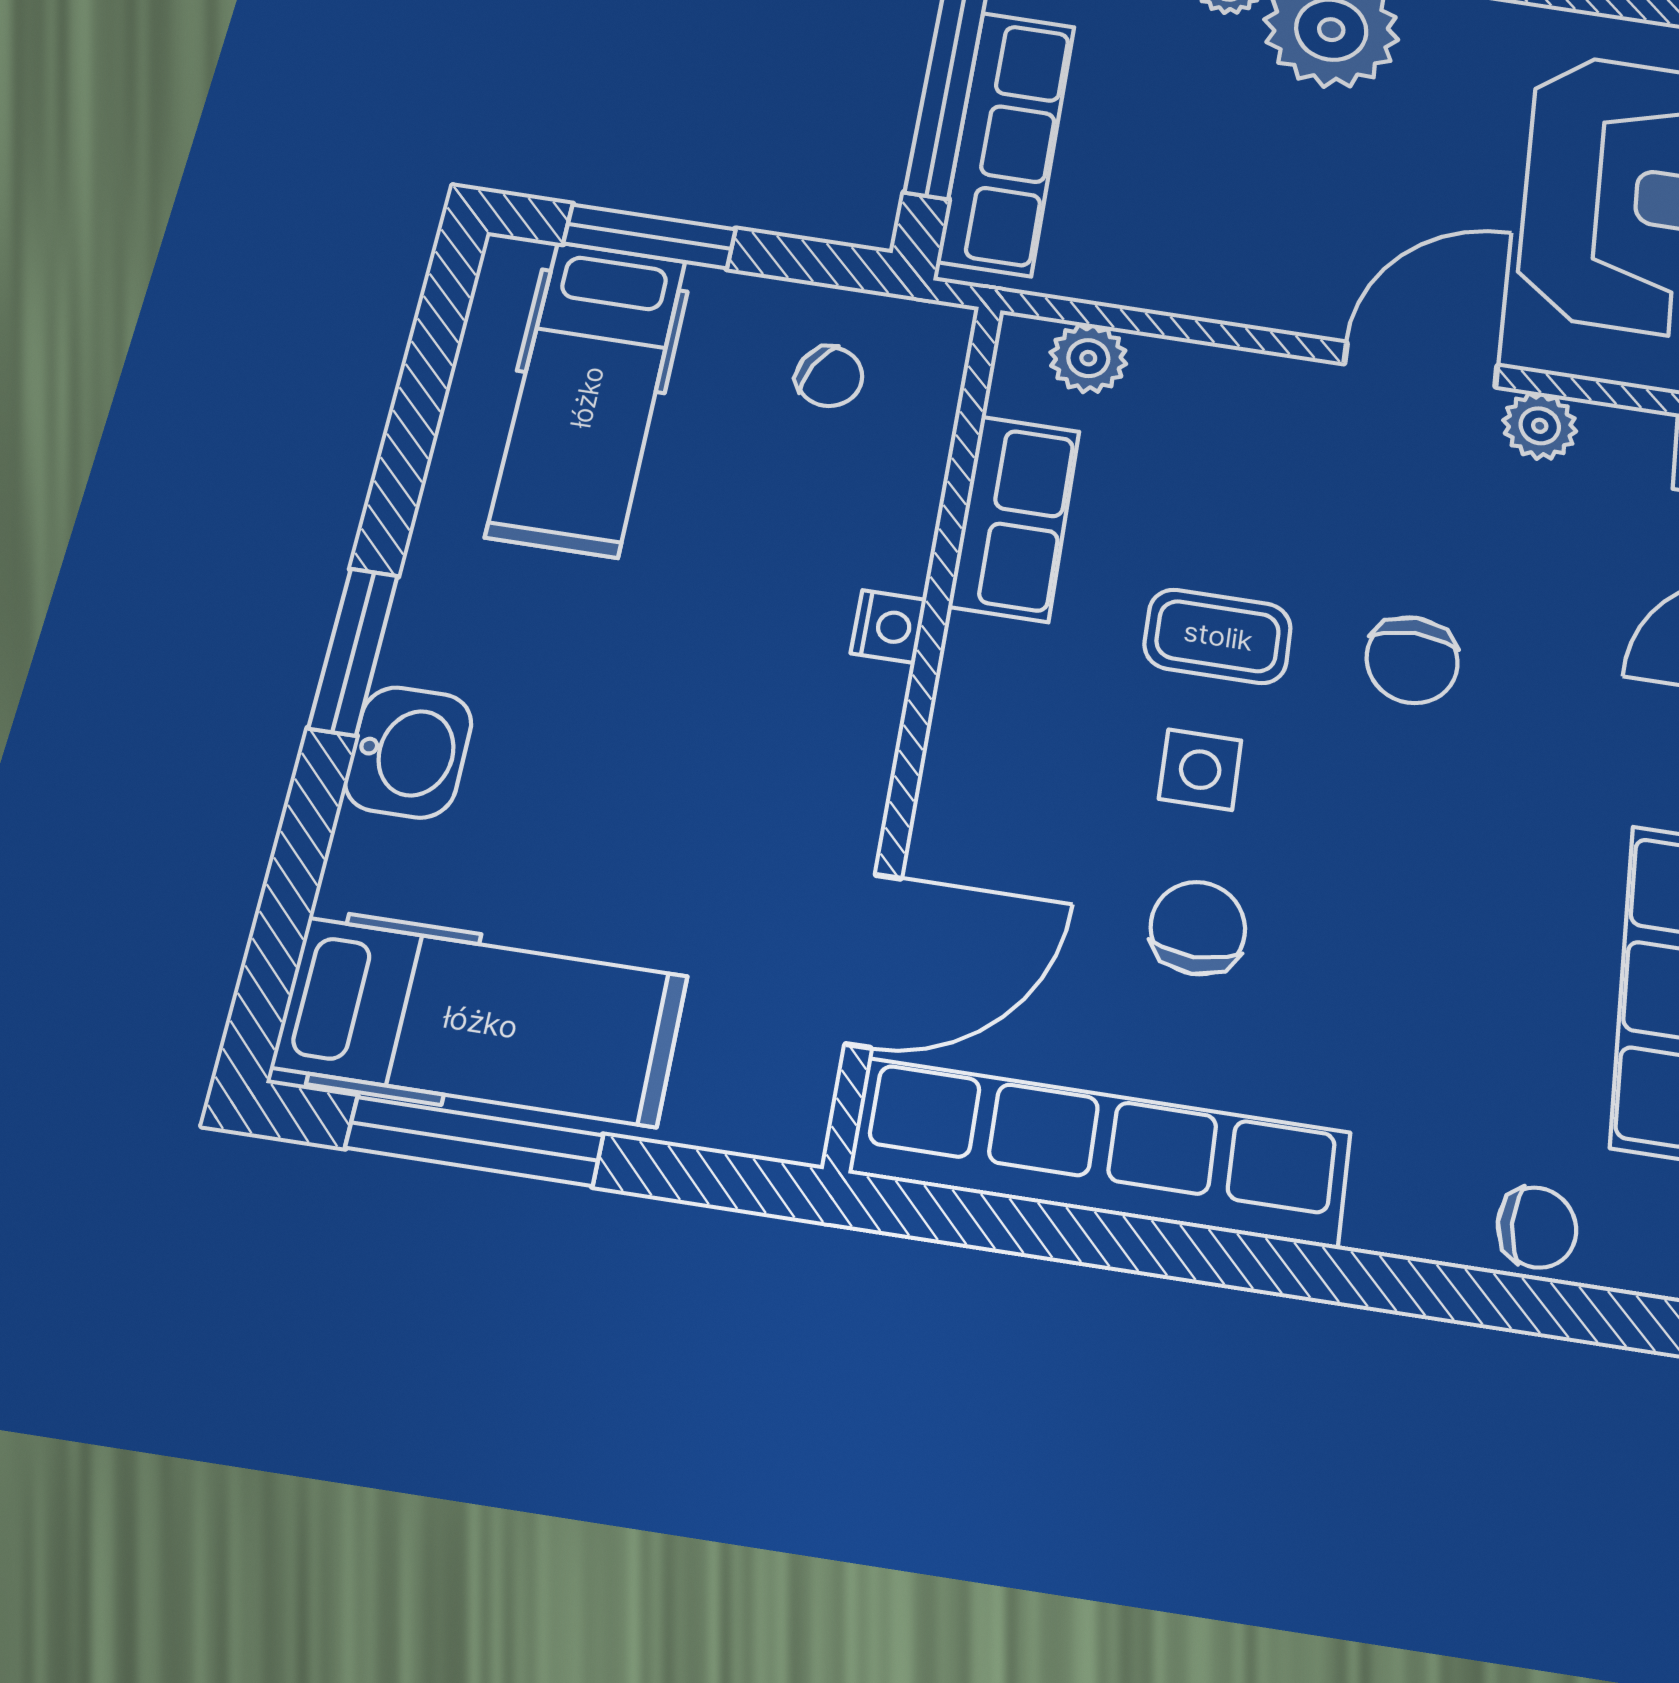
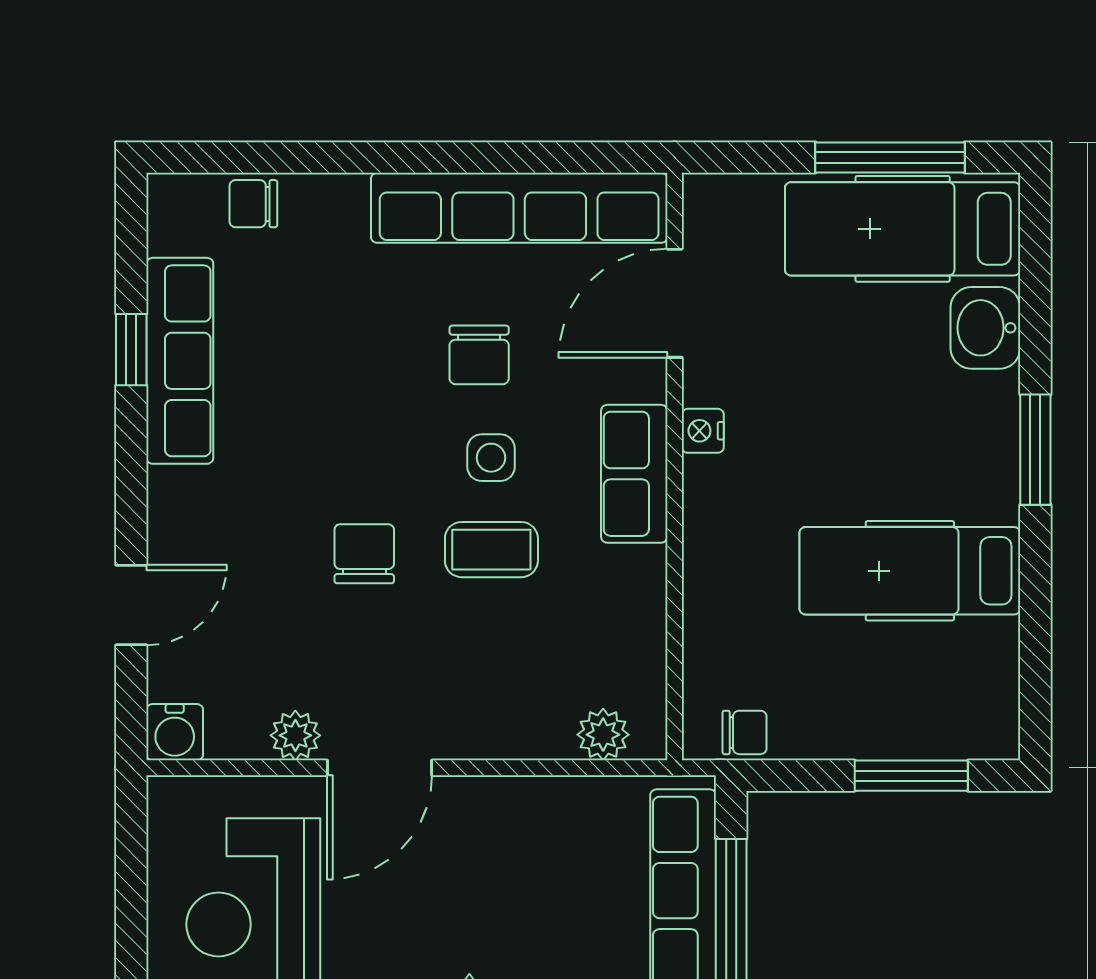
chair: (829, 377) -> (745, 732), moved, turned 153
hospital bed: (587, 397) -> (910, 571), moved, turned -90
row of seats: (1014, 518) -> (634, 474), moved
nightstand: (889, 626) -> (703, 431), moved
washbasin: (408, 752) -> (985, 328), moved

